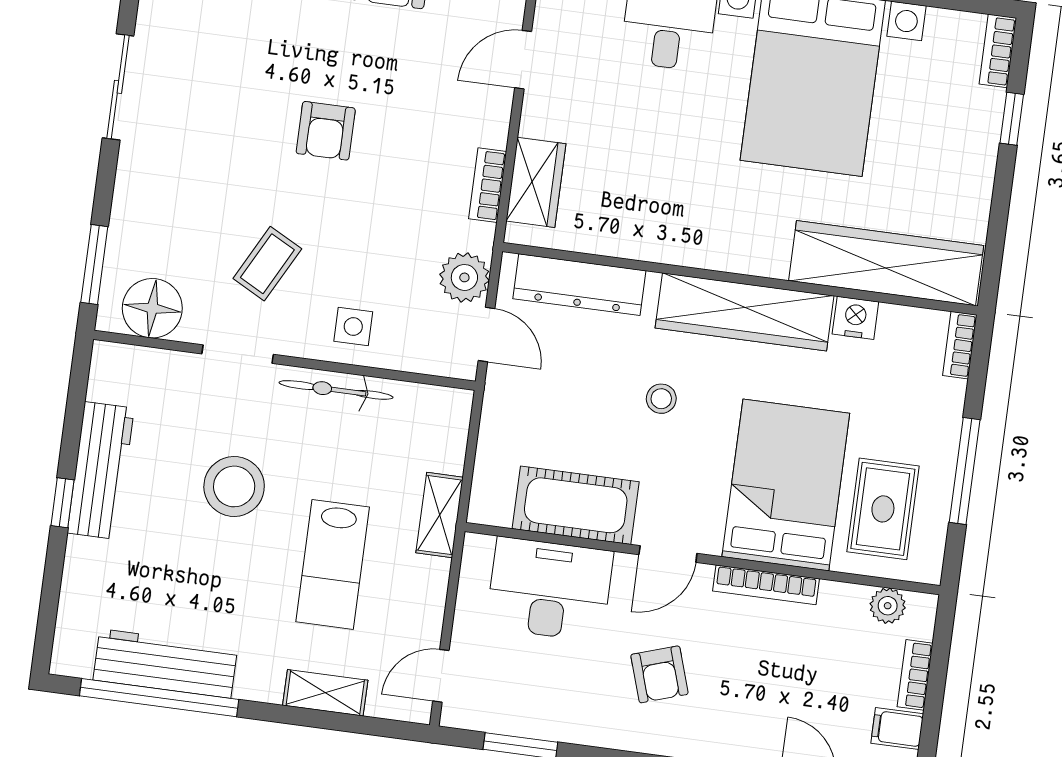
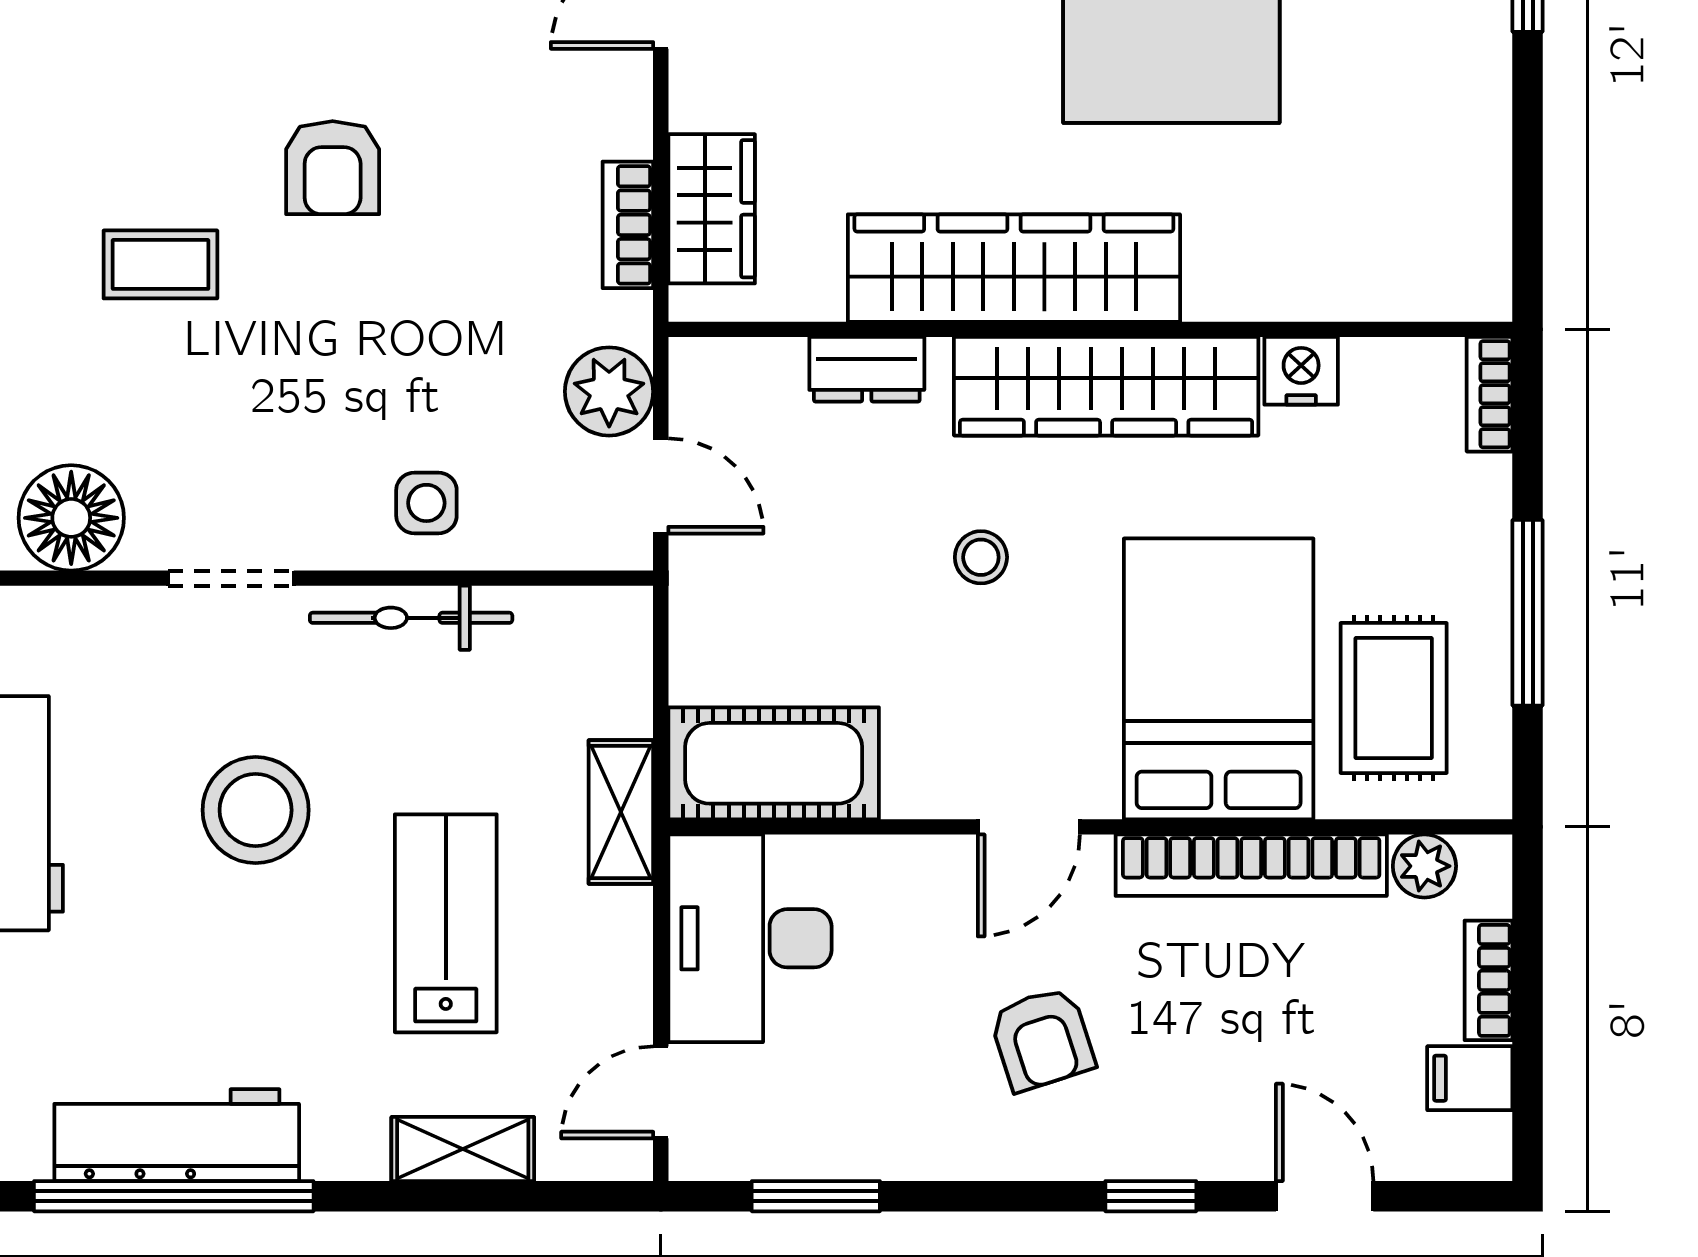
wardrobe: (886, 263) -> (1014, 268), moved
coffee table: (267, 264) -> (160, 264), moved, turned 62
dresser: (579, 285) -> (867, 369), width x0.51, depth x0.80
cot: (576, 505) -> (774, 763), moved
lab bench: (333, 564) -> (446, 923), turned 180
bookcase: (766, 585) -> (1251, 865), width x1.48, depth x1.31
desk: (550, 589) -> (750, 938), moved, turned -90

